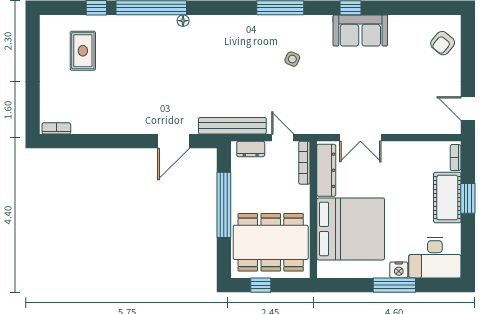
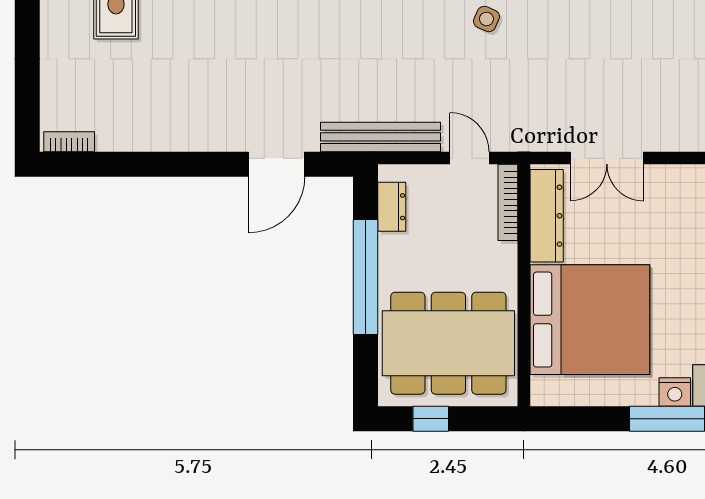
dresser: (251, 149) -> (392, 207), moved, turned -90

